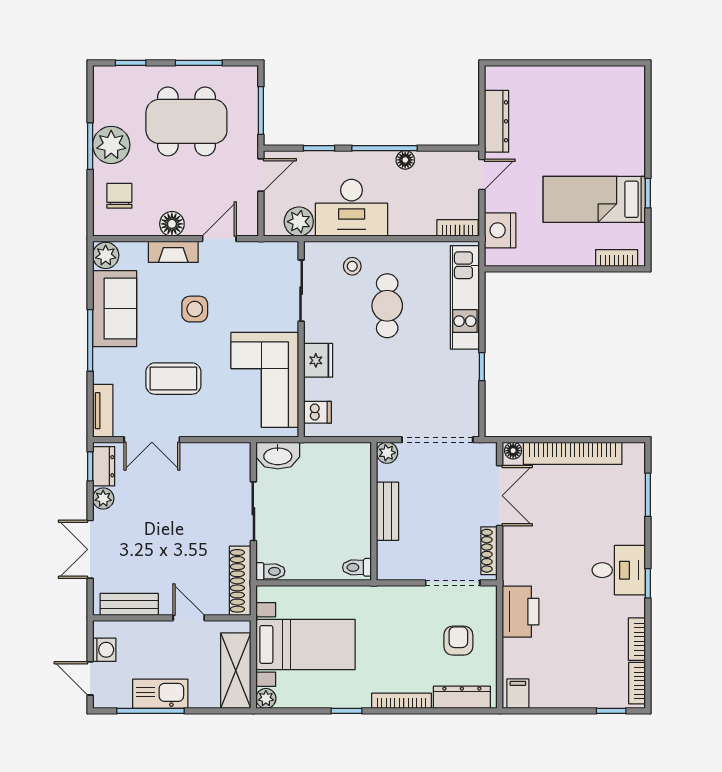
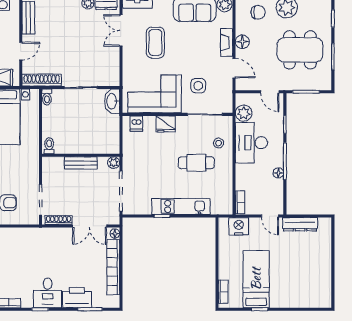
dining table: (186, 121) -> (300, 50), turned 90
kitchen unit: (465, 297) -> (181, 206), moved
side table: (195, 309) -> (198, 86), moved
printer: (520, 612) -> (77, 298), moved, turned 180

